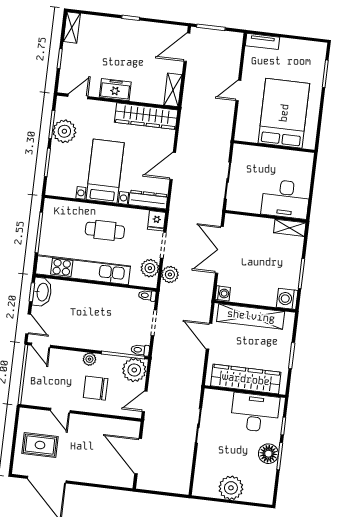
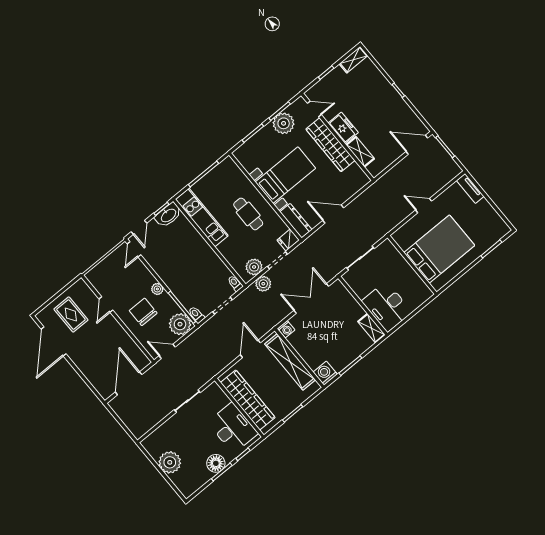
shelving: (173, 90) -> (360, 152), moved, turned 90
wardrobe: (146, 116) -> (330, 145), moved
kitchen unit: (83, 270) -> (202, 217), width x0.73

